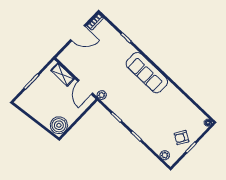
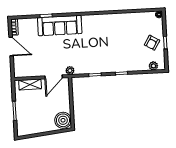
door: (78, 33) -> (11, 47), hinge flipped
sofa: (147, 73) -> (60, 26), moved
door: (85, 87) -> (54, 77), hinge flipped

